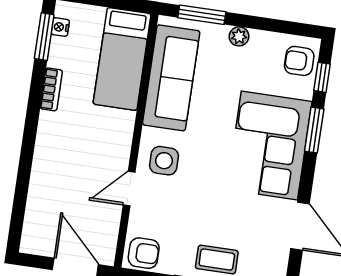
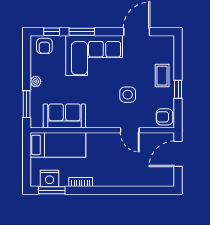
nightstand: (60, 27) -> (50, 178), width x1.89, depth x1.79
sofa: (171, 78) -> (64, 116), width x0.73
side table: (164, 161) -> (128, 95), moved
armchair: (144, 253) -> (165, 117), turned -90

